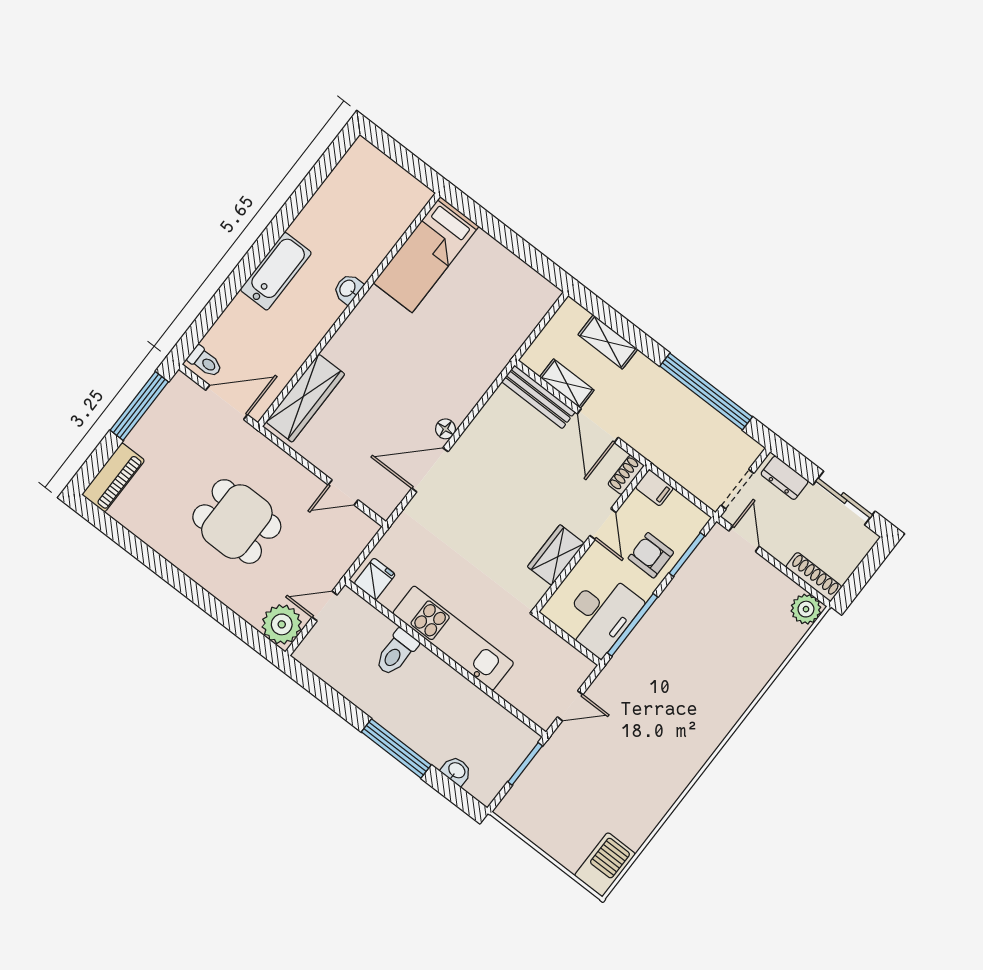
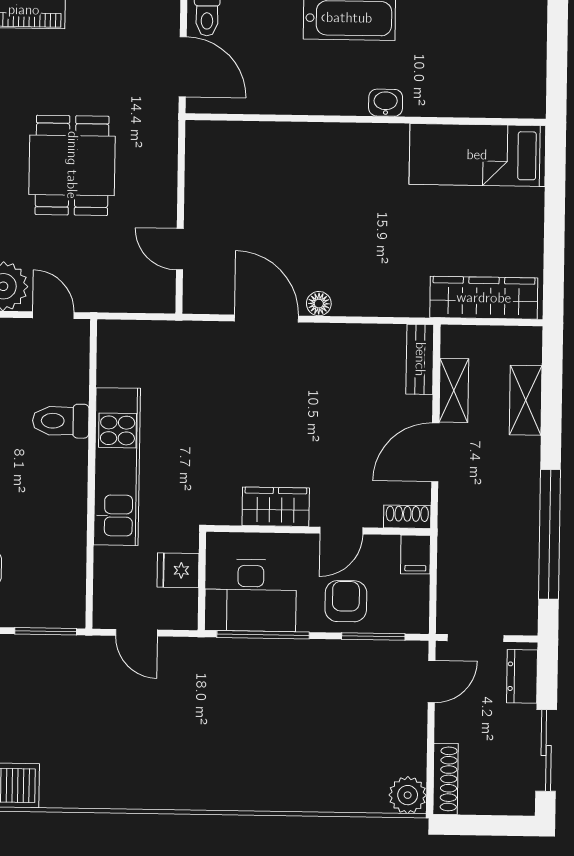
bench: (538, 397) -> (420, 359), width x0.73
wardrobe: (305, 398) -> (484, 298), moved, turned 180
fridge: (375, 579) -> (178, 570), moved, turned 180

